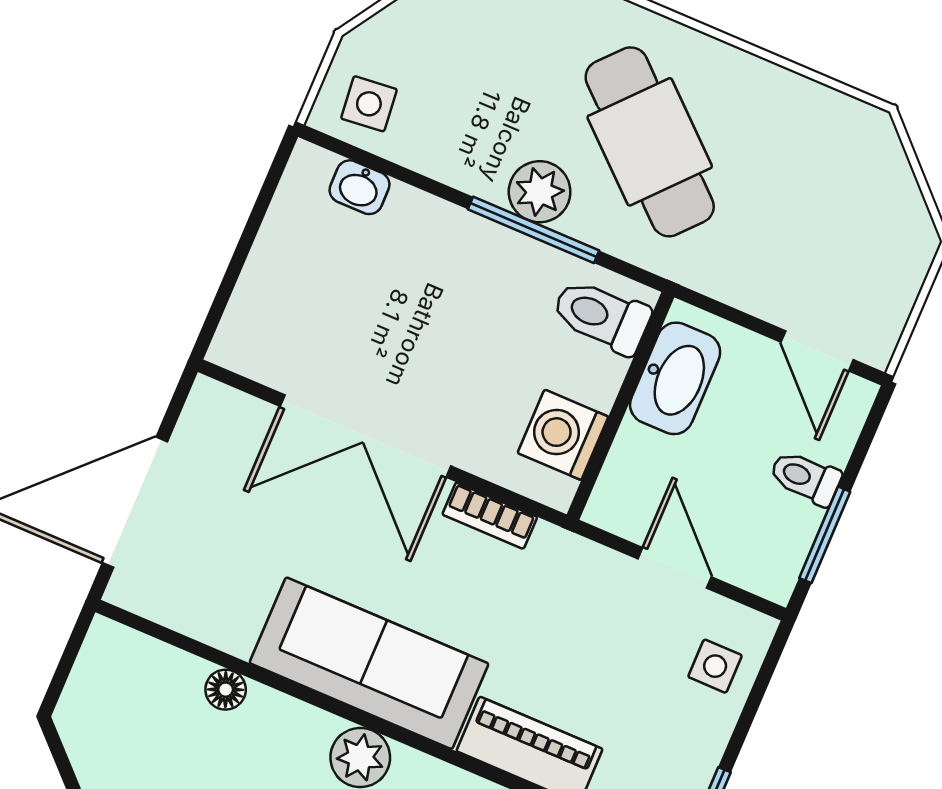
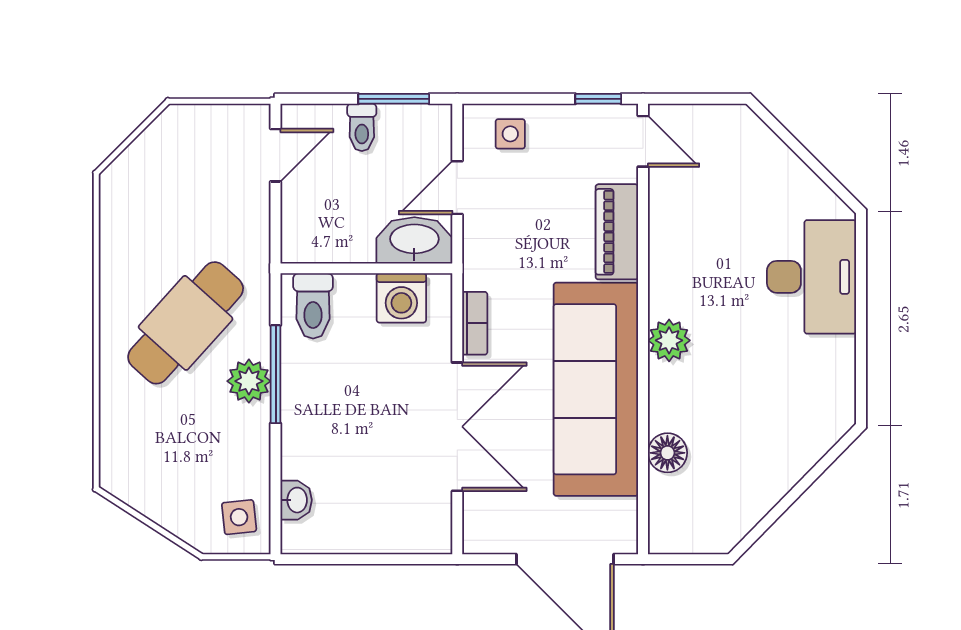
washbasin: (675, 378) -> (414, 240), moved
sofa: (369, 663) -> (596, 389), width x1.36, depth x1.27
floor lamp: (226, 690) -> (667, 453), width x1.37, depth x1.37

